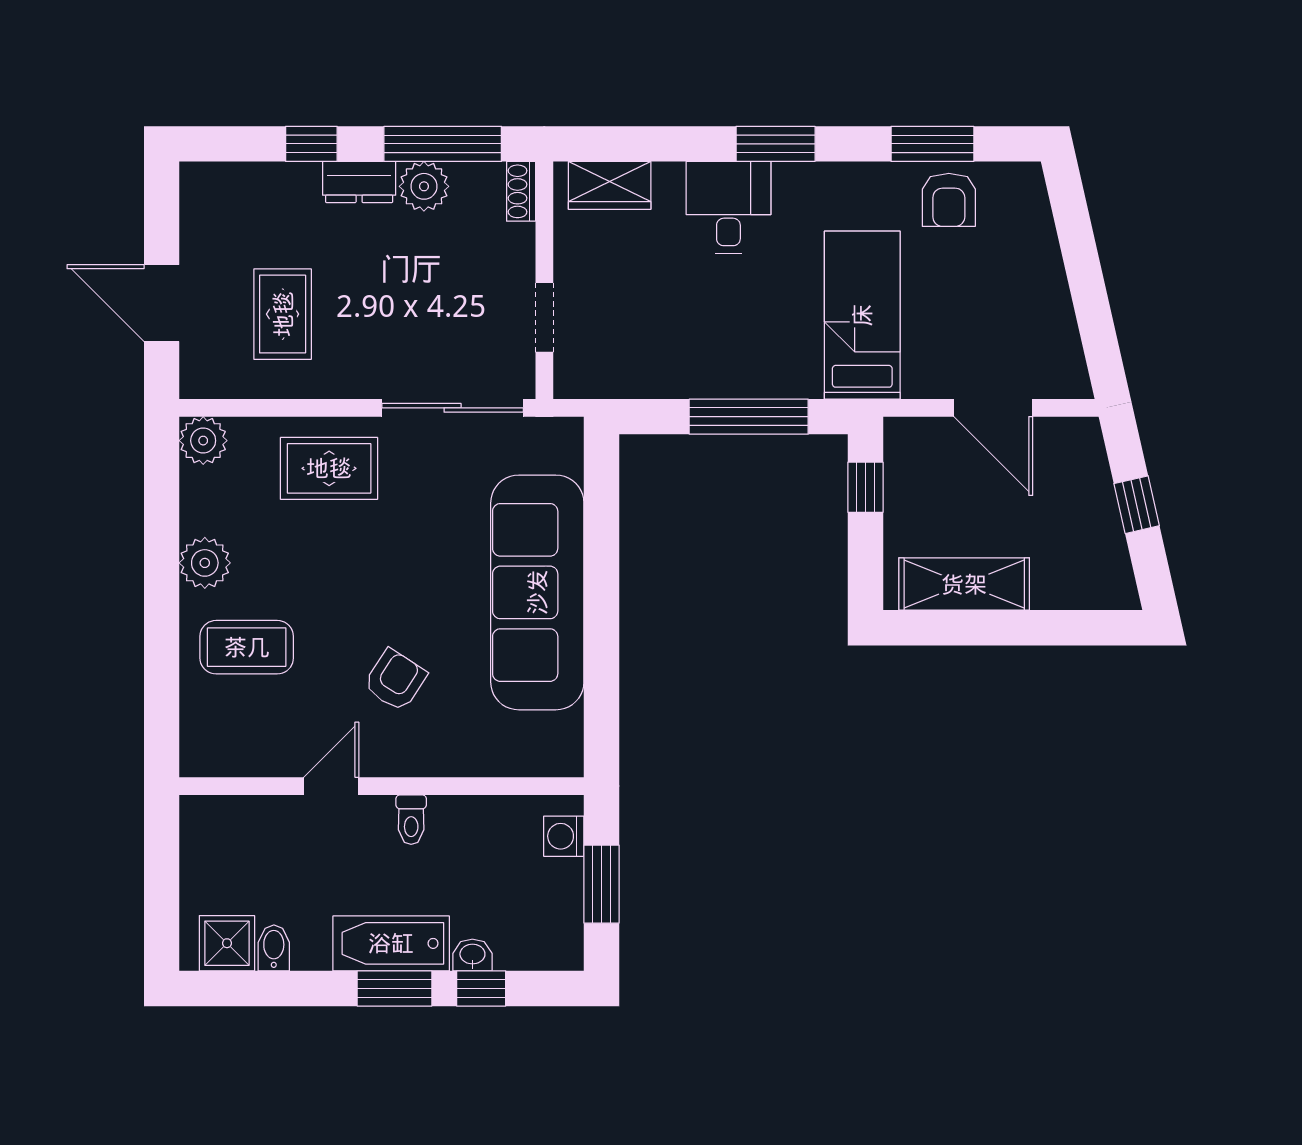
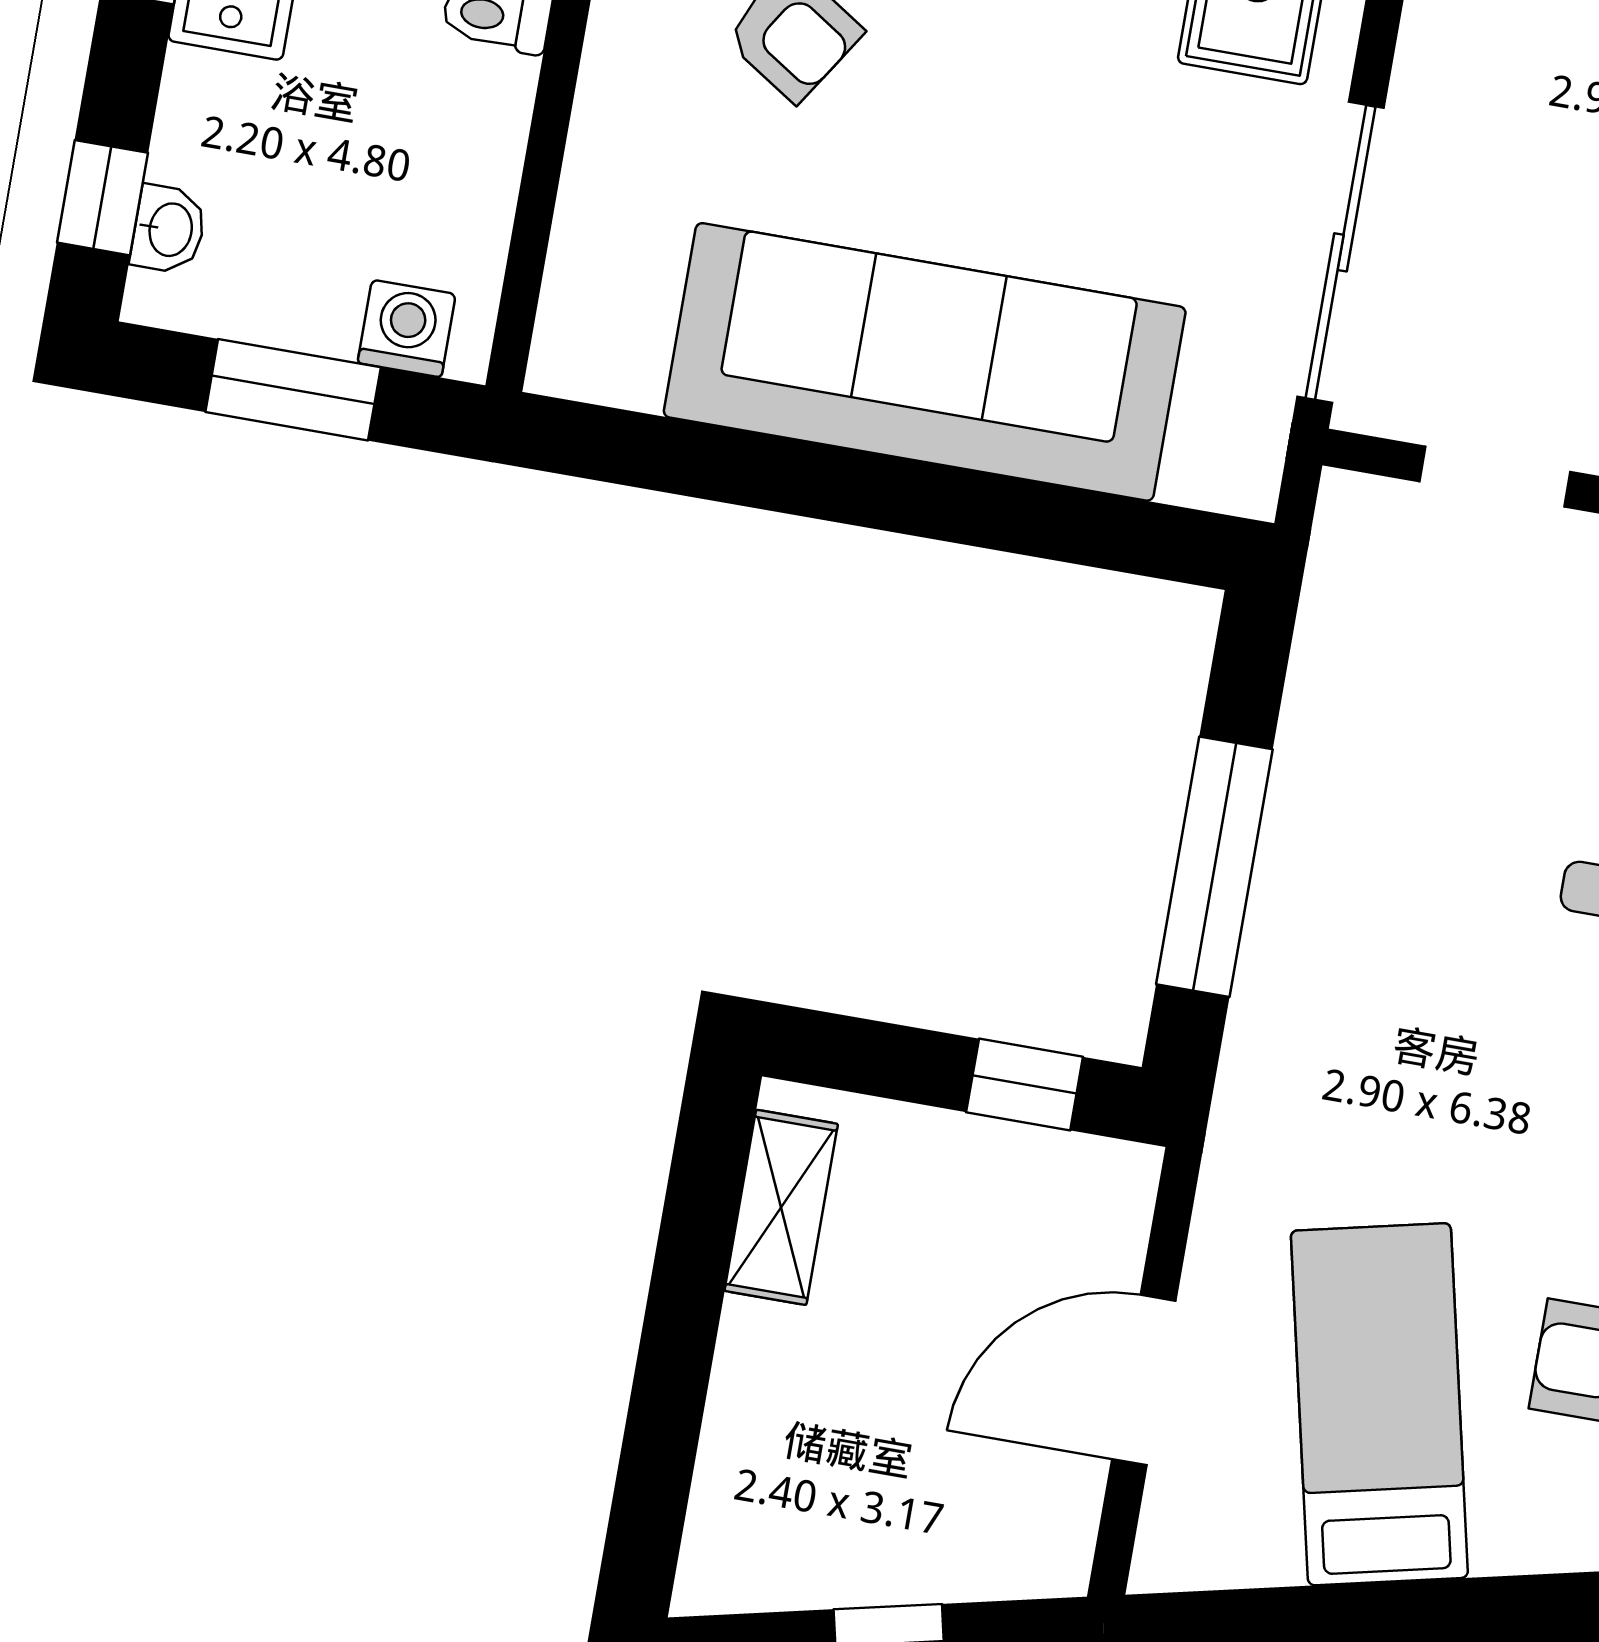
bed: (862, 315) -> (1379, 1404), moved, turned -103
shelving: (964, 584) -> (781, 1207), width x0.67, depth x0.75
washbasin: (472, 955) -> (169, 229), moved
window: (481, 988) -> (102, 198), moved

